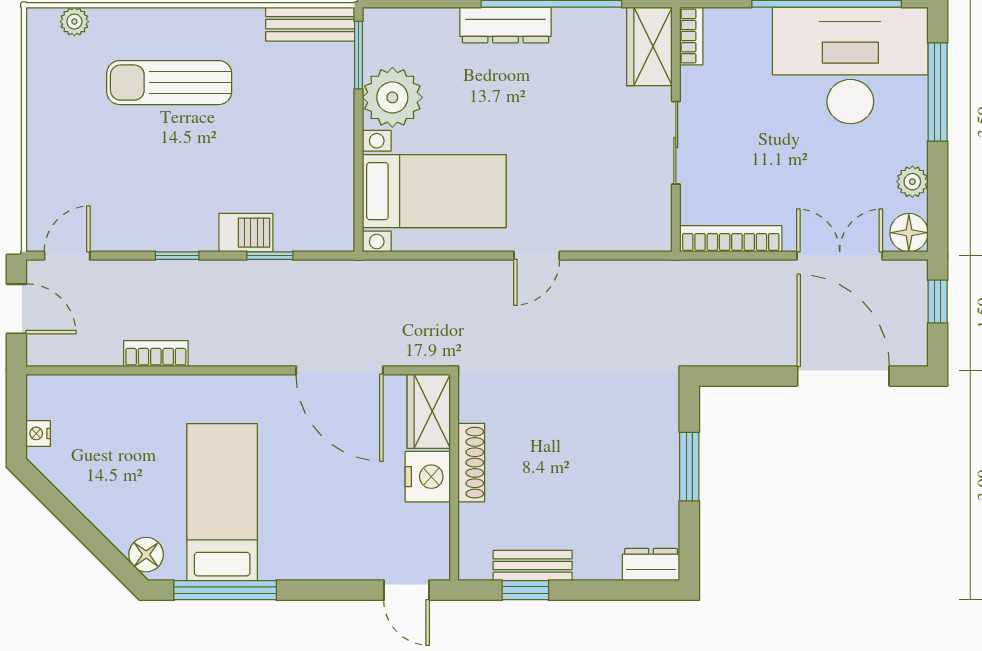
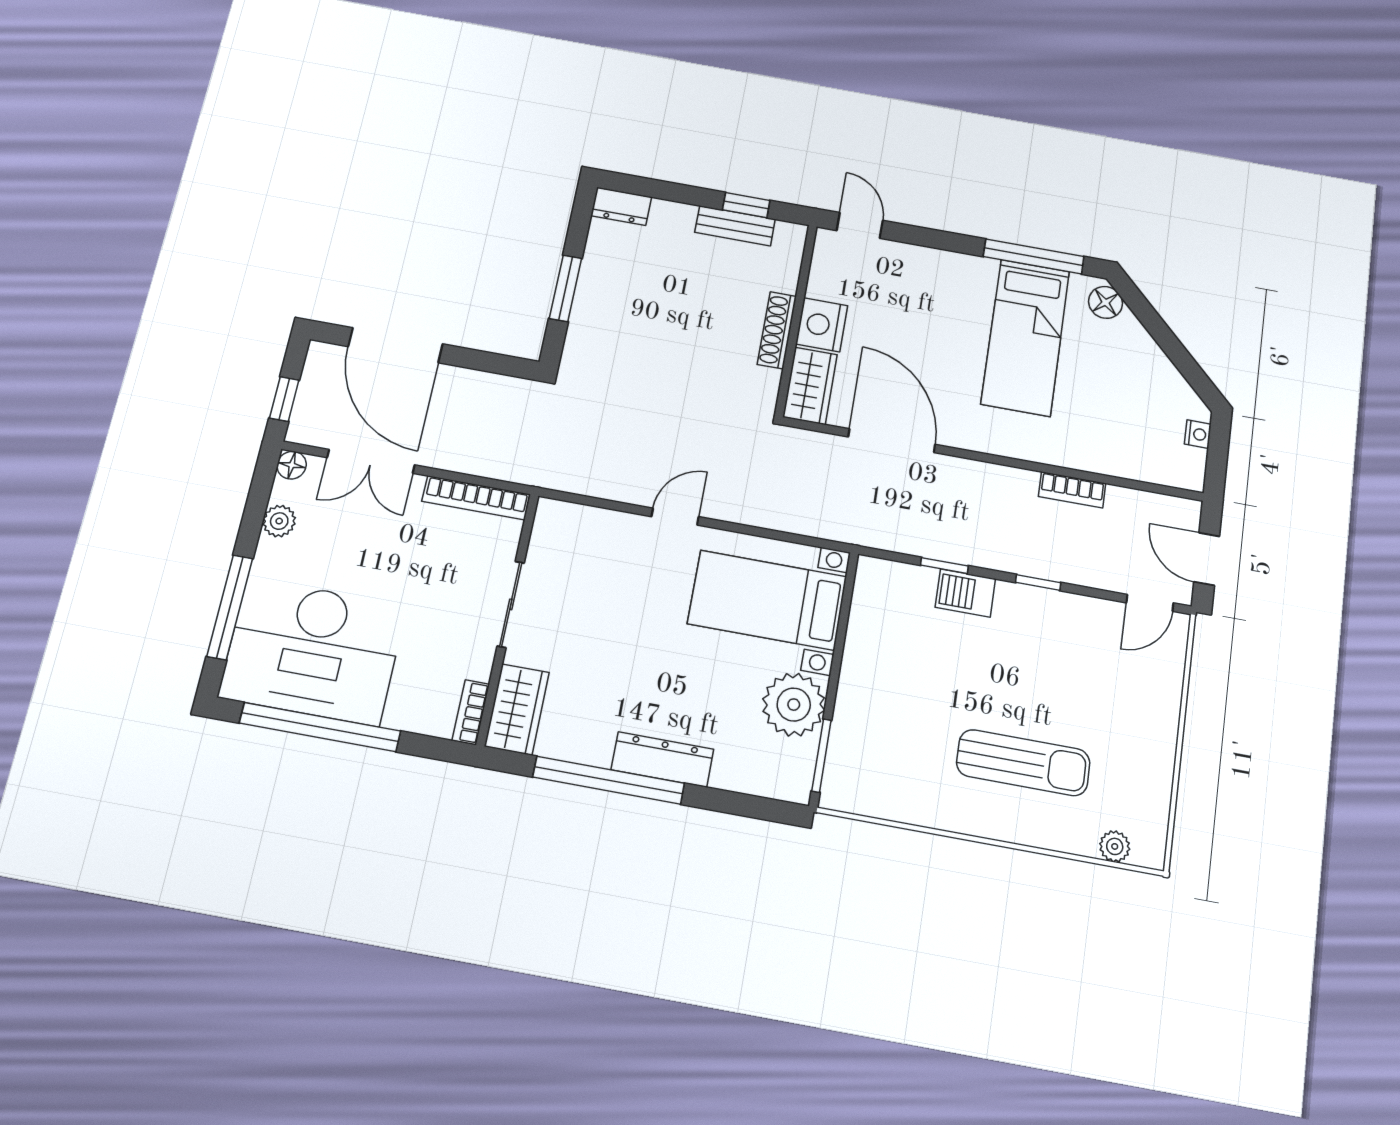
bench: (310, 24) -> (867, 798), removed
floor lamp: (909, 233) -> (292, 465), width x0.73, depth x0.73

